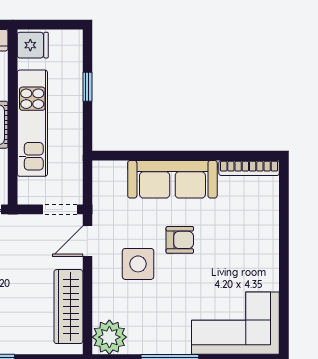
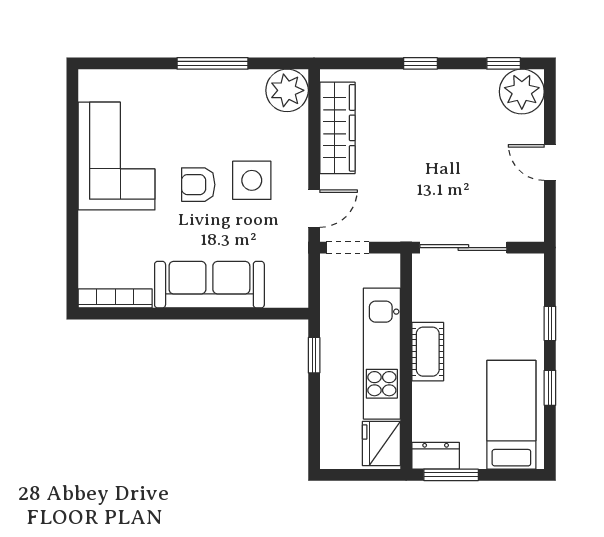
fridge: (33, 45) -> (381, 443), width x1.38
window: (87, 87) -> (314, 355), moved
armchair: (180, 240) -> (198, 185), moved
corner sofa: (235, 323) -> (117, 156), moved, turned -90

